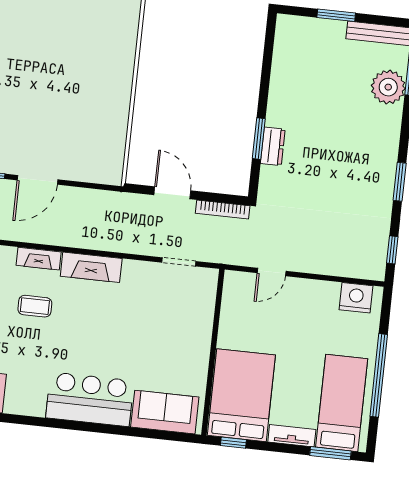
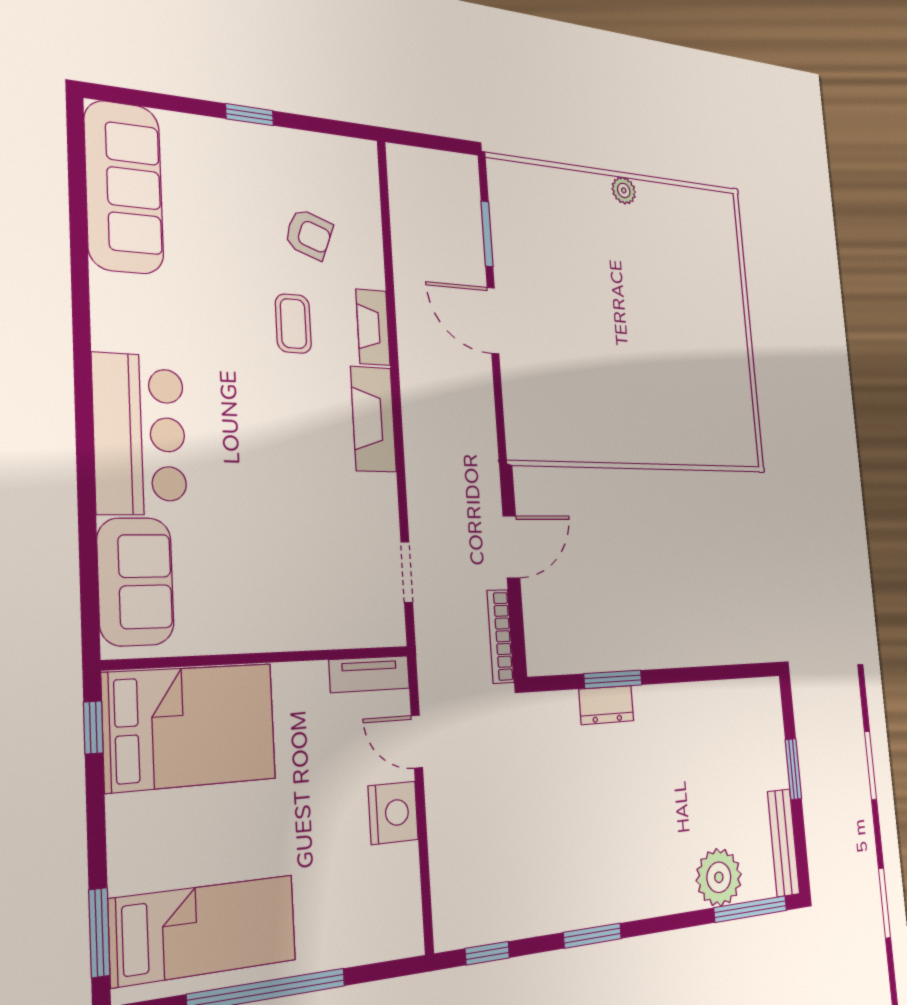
nightstand: (356, 298) -> (393, 813), moved
tv unit: (292, 436) -> (369, 674), moved, turned 90

